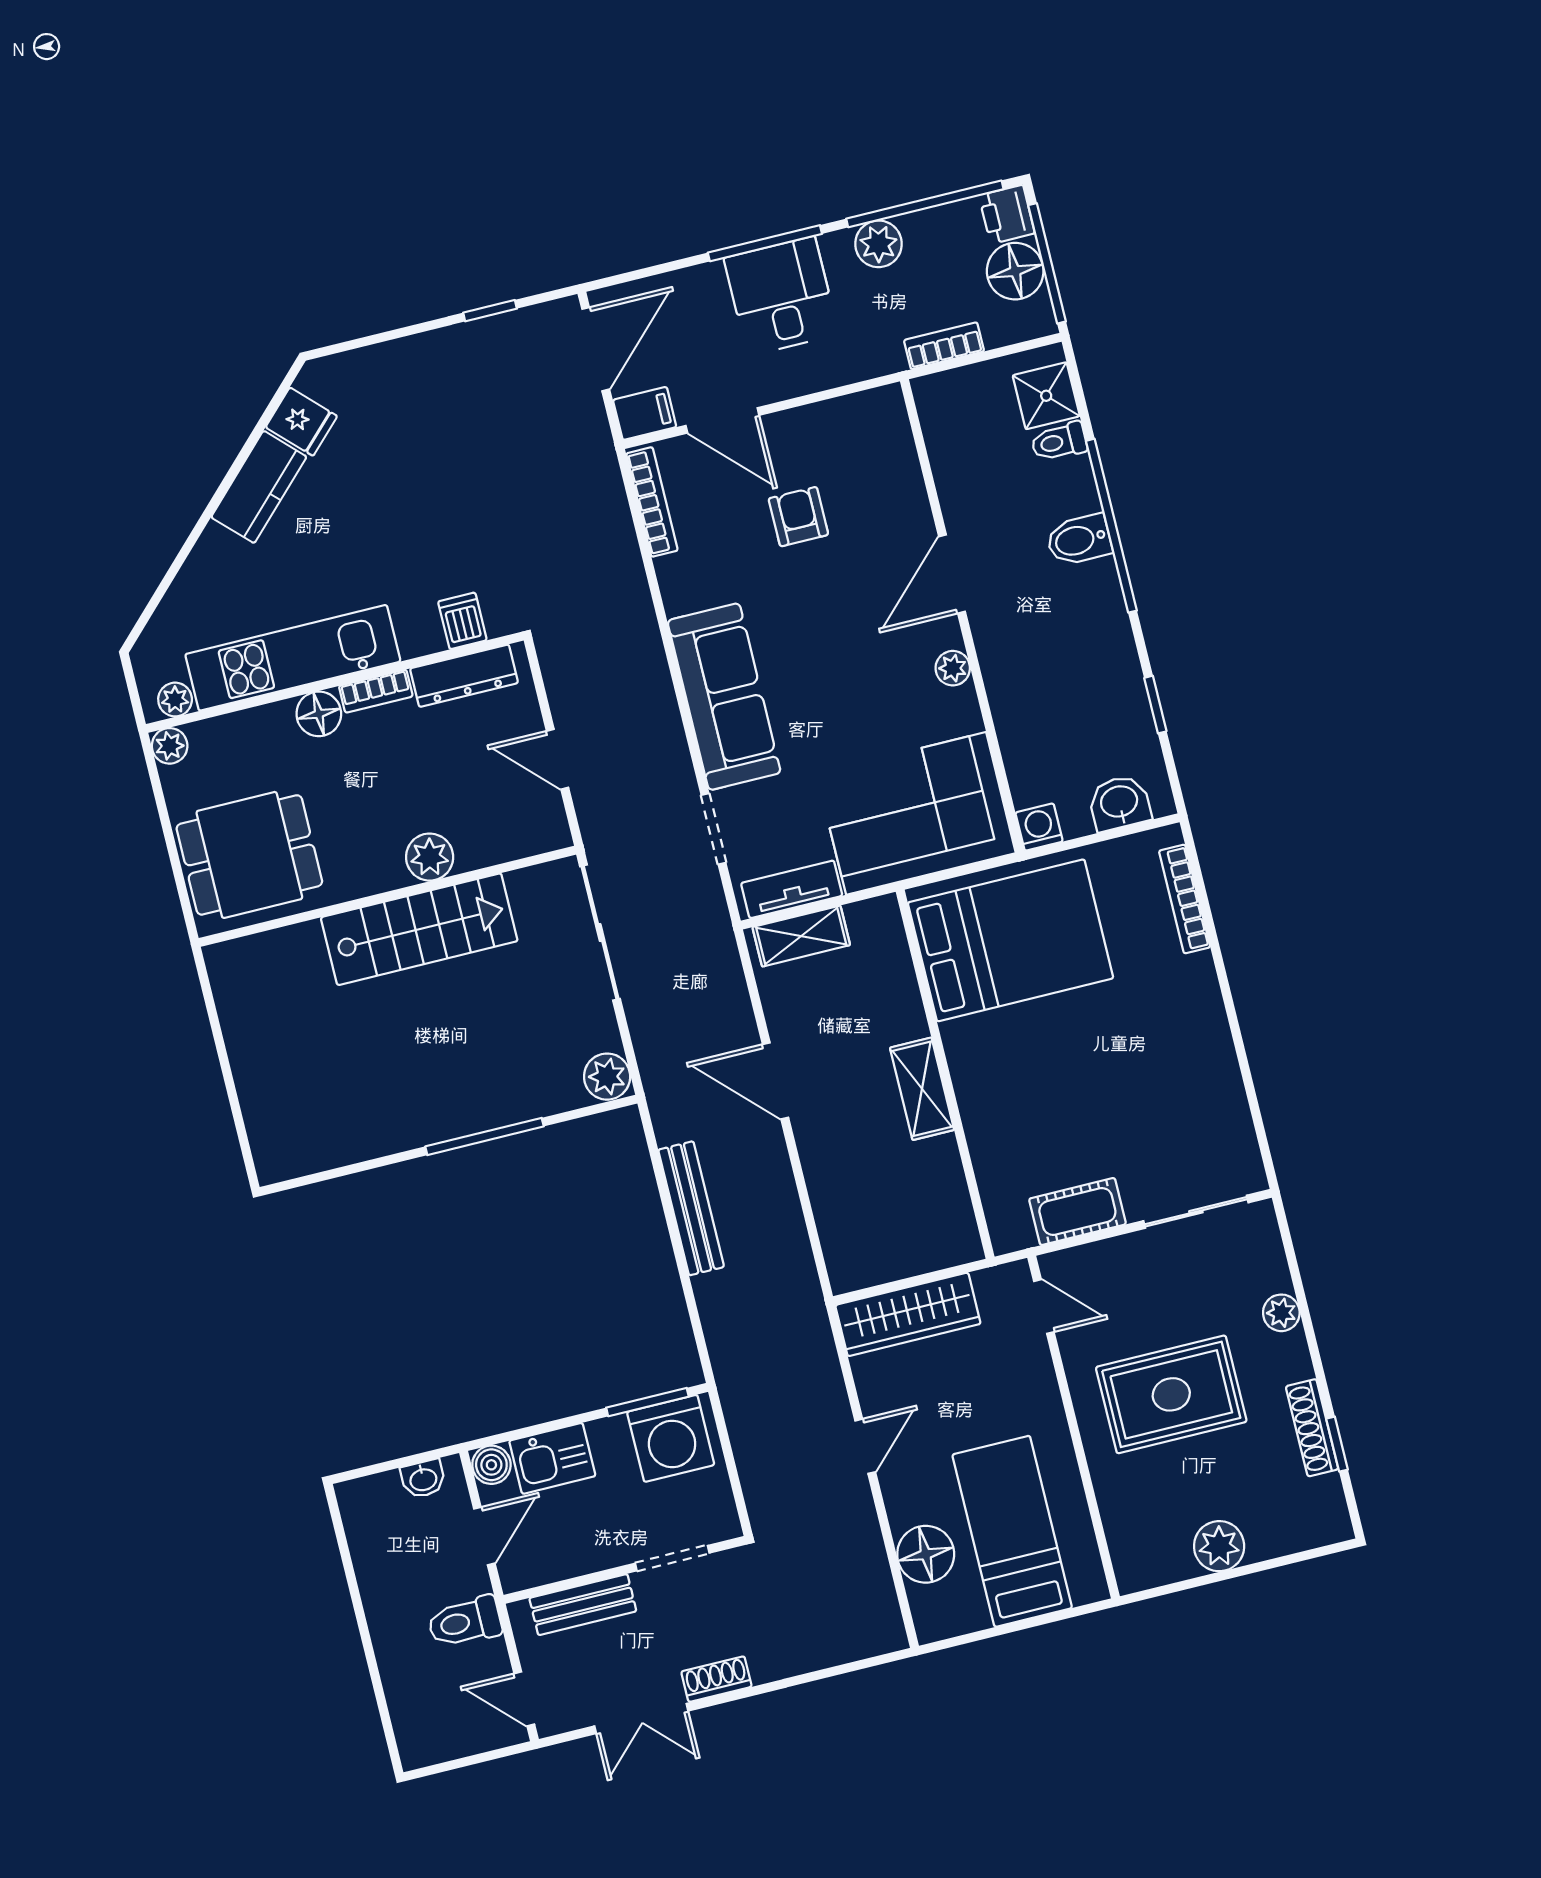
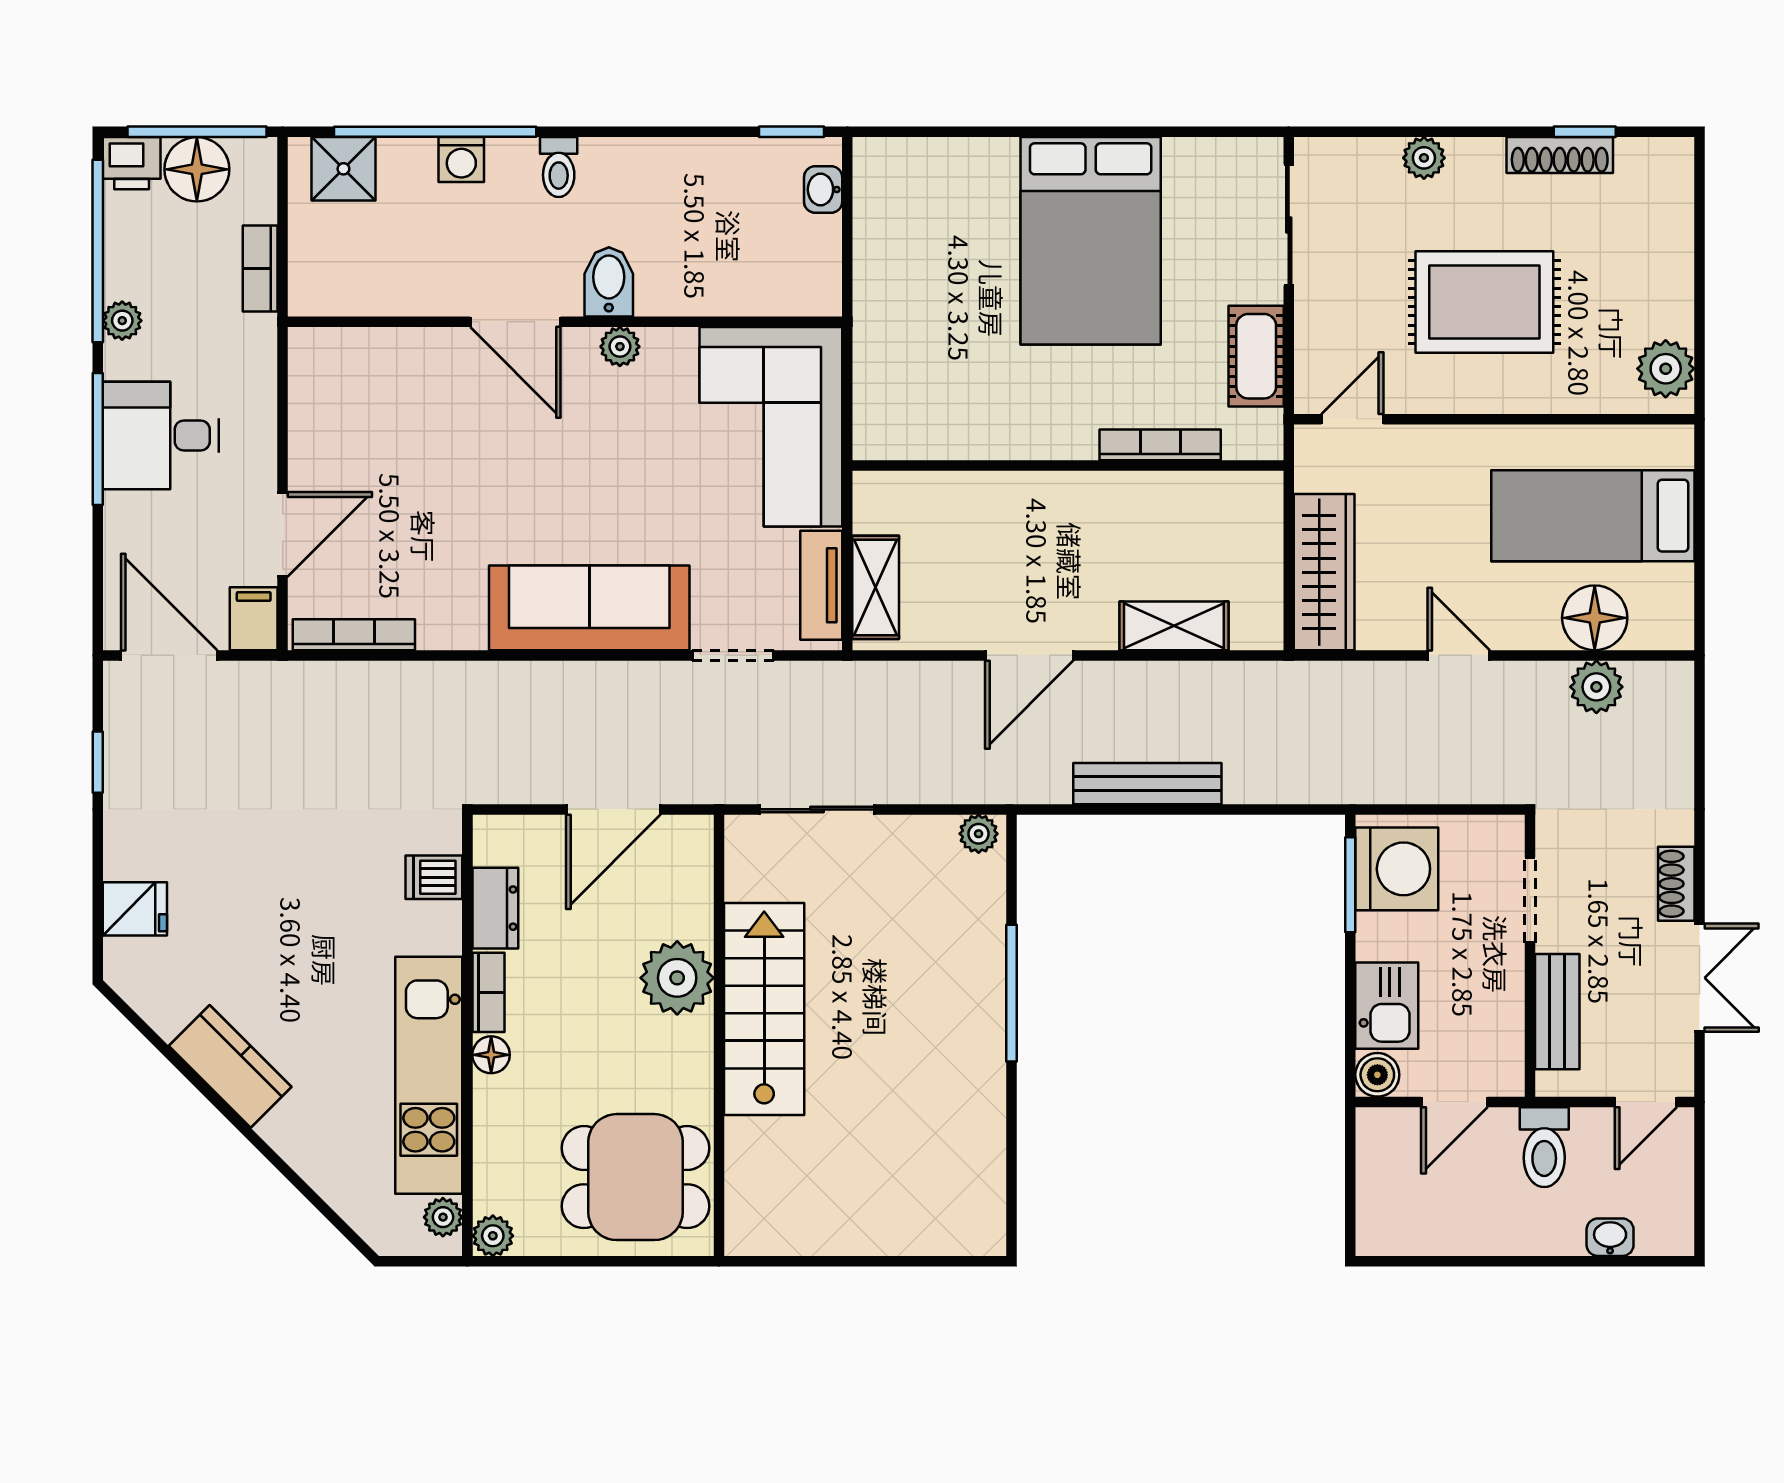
plant: (878, 244) -> (122, 321), width x0.73, depth x0.73
fridge: (301, 422) -> (135, 909), moved, turned 45
toilet: (1059, 442) -> (559, 167), moved
armchair: (798, 517) -> (410, 476), removed
window: (1111, 526) -> (435, 132), moved
bidet: (1079, 540) -> (609, 282), moved, turned 180
dresser: (464, 676) -> (495, 908), width x0.70
window: (1155, 705) -> (791, 132), moved
floor lamp: (319, 714) -> (491, 1055), width x0.73, depth x0.73
door: (557, 759) -> (613, 809), width x1.38
washbasin: (1119, 803) -> (823, 189), width x0.72, depth x0.69
washing machine: (1039, 827) -> (461, 160), moved, turned -90
dining table: (249, 855) -> (635, 1177), turned 90
plant: (430, 857) -> (677, 978), width x1.36, depth x1.36
bookcase: (1185, 899) -> (1160, 445), moved, turned 180
sliding door: (600, 933) -> (817, 809), width x0.73
bed: (1011, 940) -> (1091, 241), moved, turned 180
plant: (607, 1077) -> (979, 834), width x0.73, depth x0.73
shelving: (922, 1089) -> (1174, 626), moved
rug: (1171, 1394) -> (1484, 302), turned 90
washbasin: (423, 1479) -> (1610, 1237), moved, turned -90
door: (484, 1536) -> (1454, 1102), swing flipped
plant: (1219, 1546) -> (1666, 369), moved
plant: (867, 1570) -> (1596, 687), added

